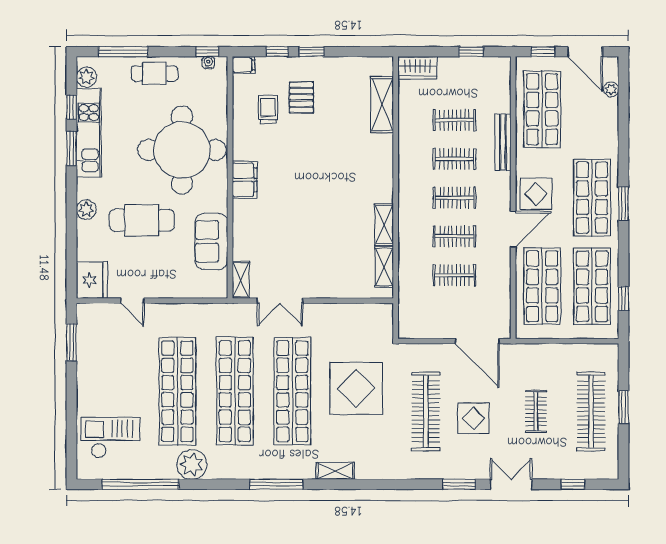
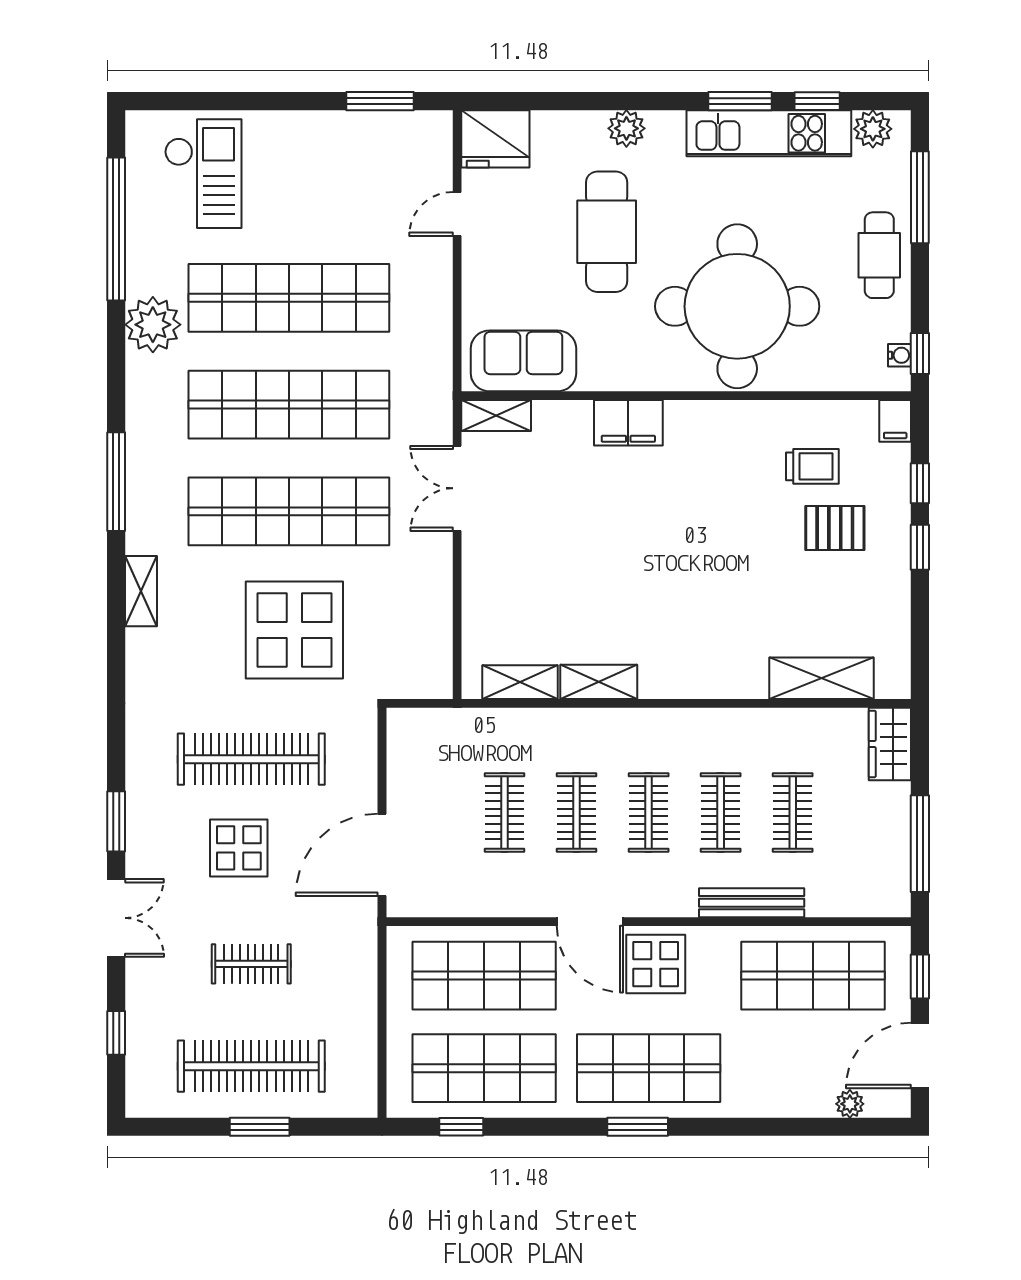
window: (471, 52) -> (920, 844), width x2.17
filing cabinet: (245, 180) -> (628, 423), moved
sofa: (211, 241) -> (523, 361), moved

